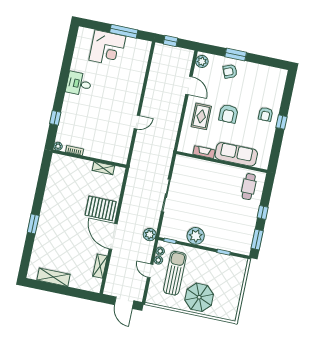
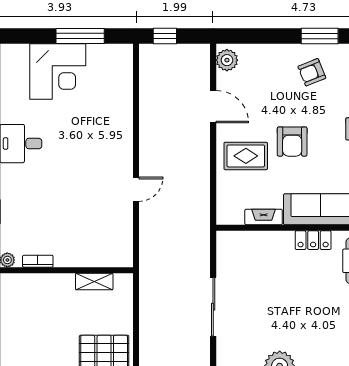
window: (236, 55) -> (320, 36), moved
armchair: (230, 71) -> (312, 72), moved
rug: (201, 116) -> (246, 156), turned 90
locker: (229, 171) -> (313, 240), added

